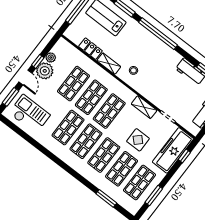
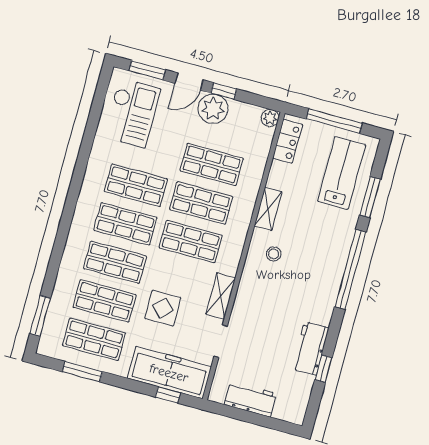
locker: (90, 49) -> (288, 141), moved
plant: (51, 58) -> (270, 118), moved
window: (106, 198) -> (40, 316), moved

